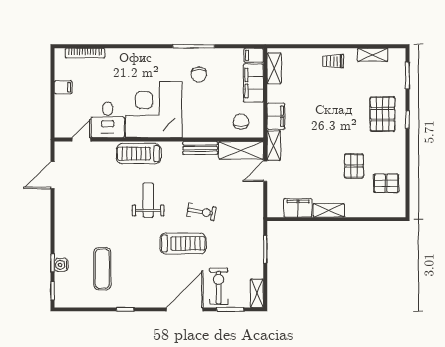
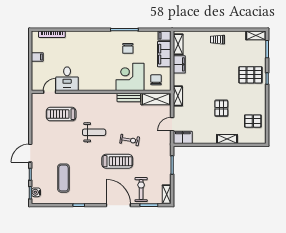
shelving: (373, 55) -> (256, 35), moved
corner desk: (154, 110) -> (130, 77), moved, width x0.74, depth x0.74
pallet: (382, 114) -> (250, 75), turned 90
filing cabinet: (276, 116) -> (179, 64), moved
treadmill: (139, 154) -> (61, 114), moved
pallet: (354, 166) -> (221, 108), moved
door: (265, 171) -> (172, 124), moved
door: (53, 175) -> (30, 153), moved
weight bench: (148, 200) -> (94, 132), turned 90
filing cabinet: (298, 208) -> (183, 137), moved
shelving: (329, 210) -> (227, 139), moved
water cooler: (61, 265) -> (36, 192), moved
door: (185, 309) -> (118, 205), hinge flipped

